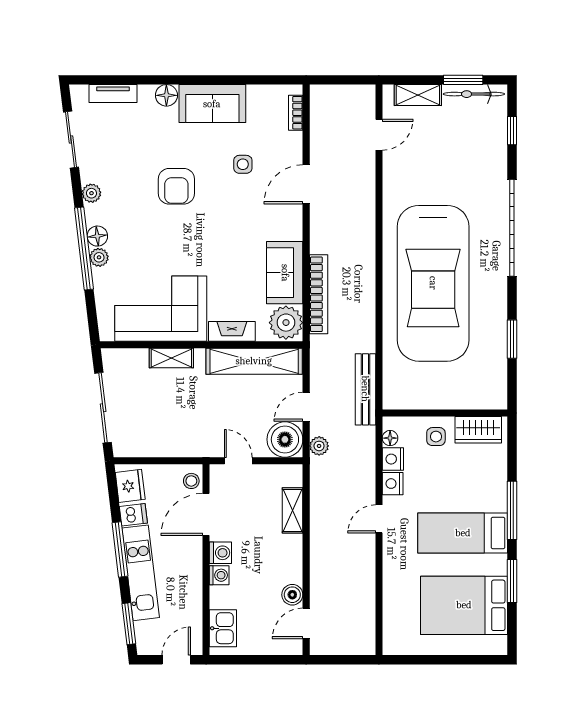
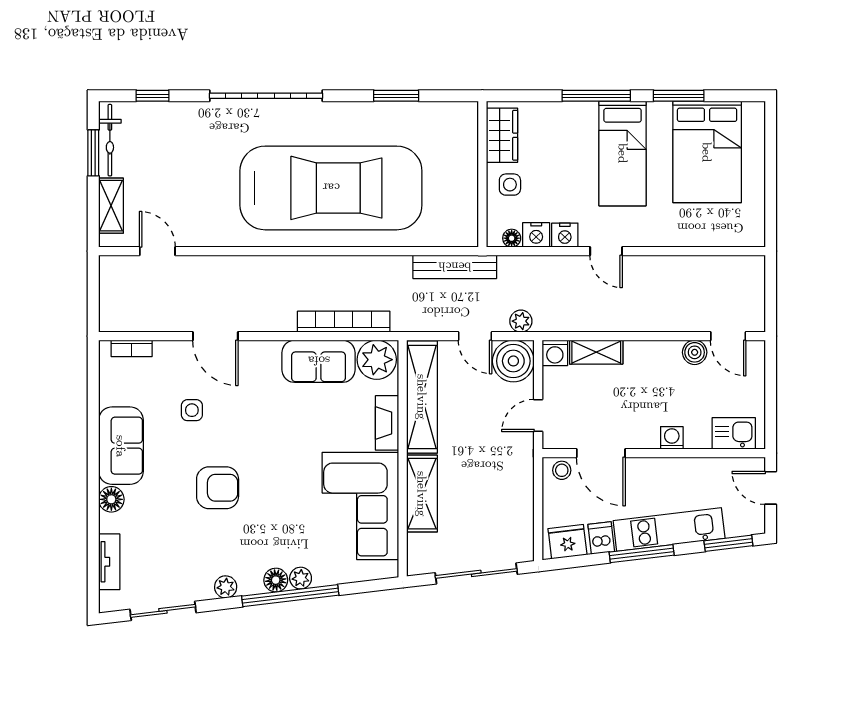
shelving: (171, 358) -> (422, 494), width x1.50, depth x1.33
washing machine: (220, 553) -> (555, 353), moved, turned 180

